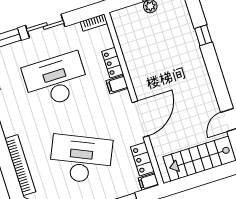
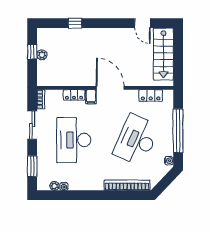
sliding door: (45, 26) -> (32, 125), moved
door: (140, 119) -> (110, 88), moved
filing cabinet: (149, 182) -> (168, 96), removed

